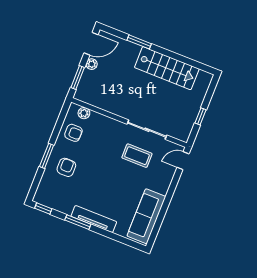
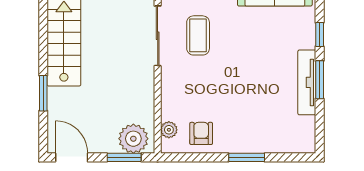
plant: (92, 64) -> (133, 139), moved, width x1.88, depth x1.88
armchair: (66, 167) -> (252, 125), removed
window: (43, 208) -> (320, 35), moved
tv unit: (94, 219) -> (307, 82), moved

